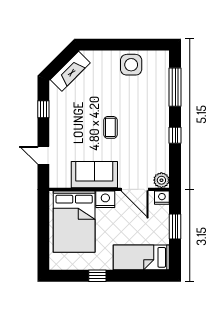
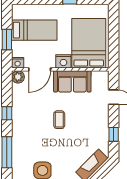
door: (135, 189) -> (40, 69), swing flipped
bed: (141, 257) -> (34, 30), moved

